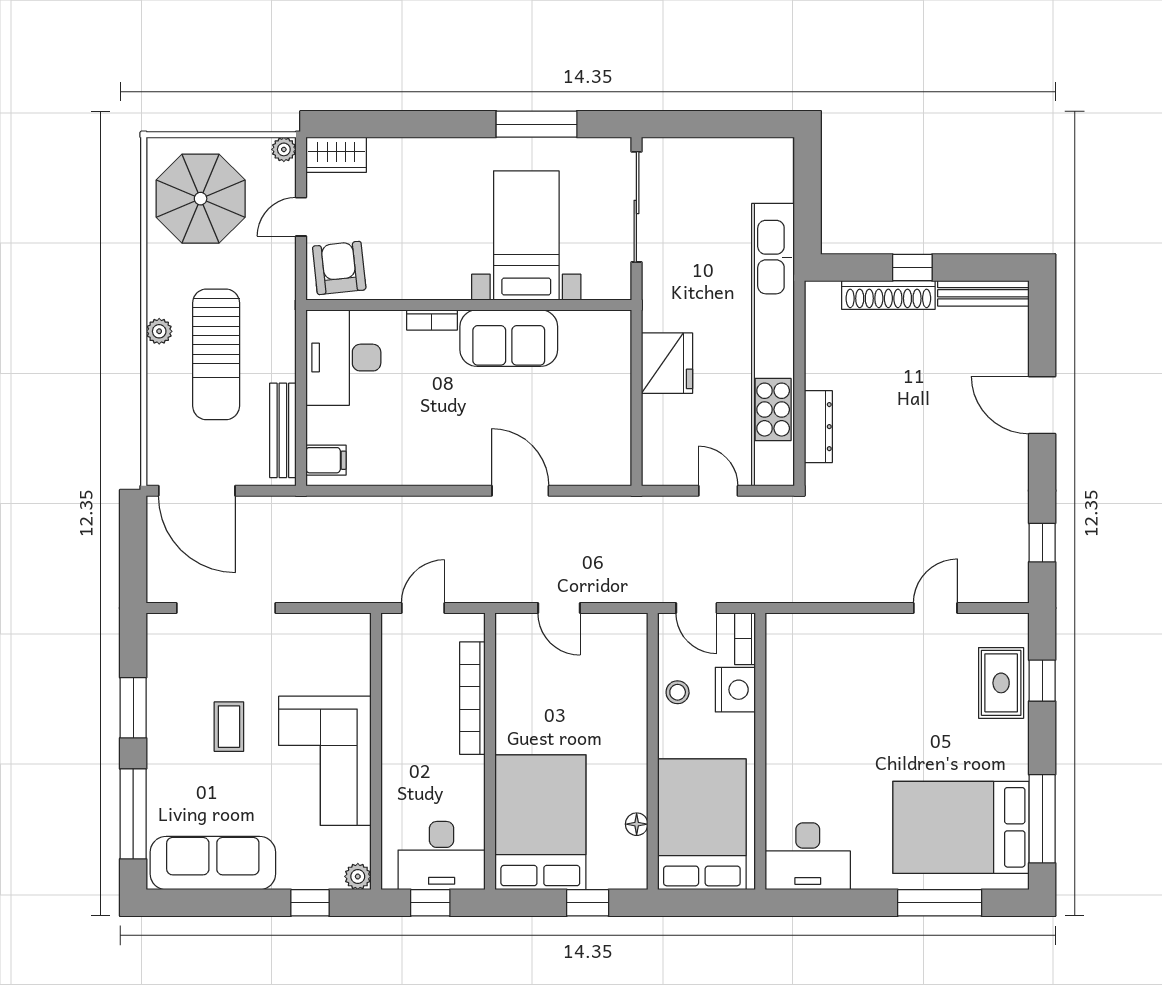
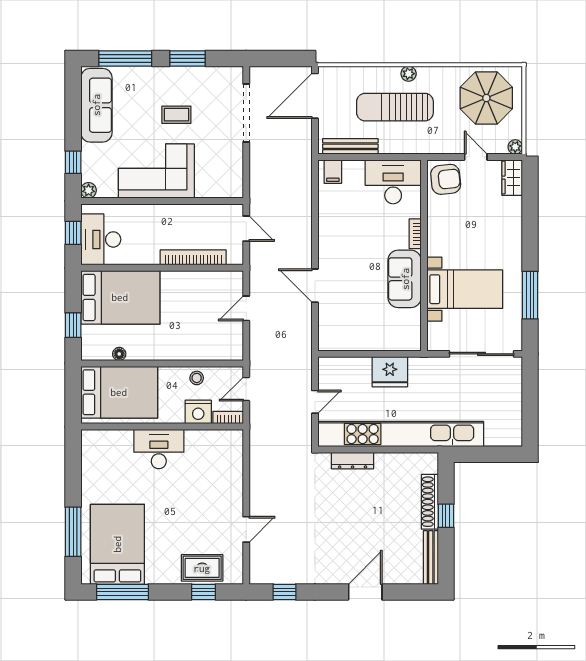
door: (520, 491) -> (315, 286), swing flipped
door: (935, 608) -> (246, 529), hinge flipped
desk: (808, 856) -> (159, 449), moved, turned 90

